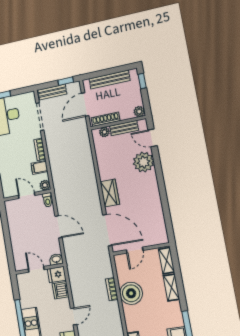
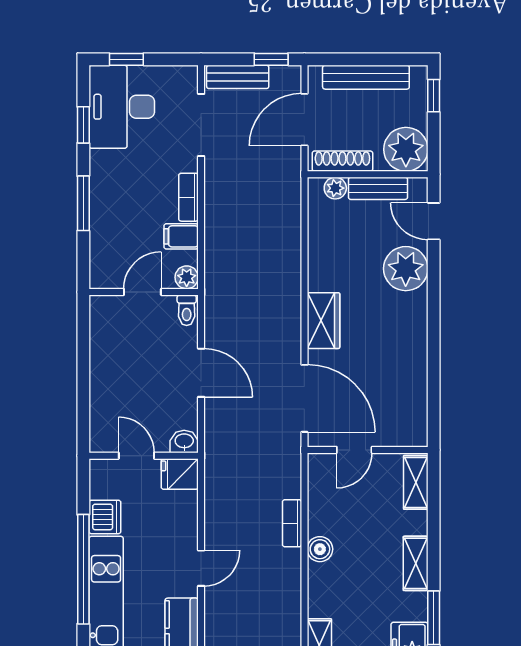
plant: (139, 111) -> (406, 149), width x1.87, depth x1.87
door: (27, 195) -> (142, 292), hinge flipped
shelving: (171, 287) -> (416, 563), moved
dishwasher: (61, 290) -> (105, 517), moved, turned 180
boiler: (131, 293) -> (320, 549), width x0.54, depth x0.54

